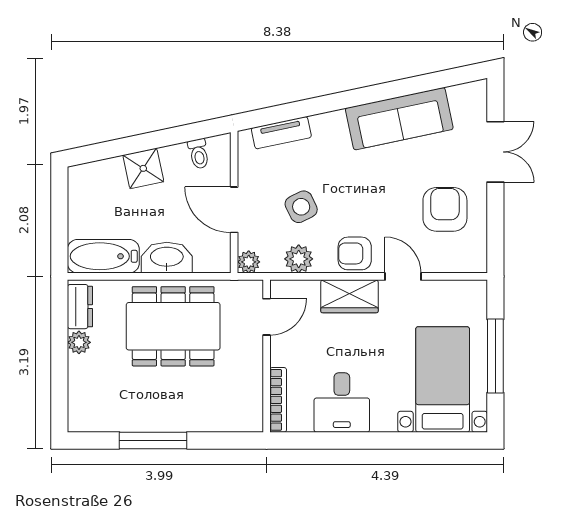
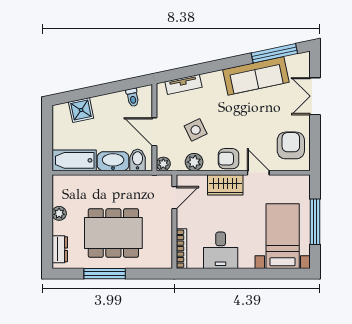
window: (429, 82) -> (274, 53), added
double door: (495, 152) -> (315, 96), swing flipped
shower: (143, 168) -> (81, 110), moved
armchair: (445, 209) -> (291, 145), moved
bidet: (207, 255) -> (138, 160), added
dresser: (80, 307) -> (60, 249), moved
dining table: (173, 326) -> (113, 233), moved

